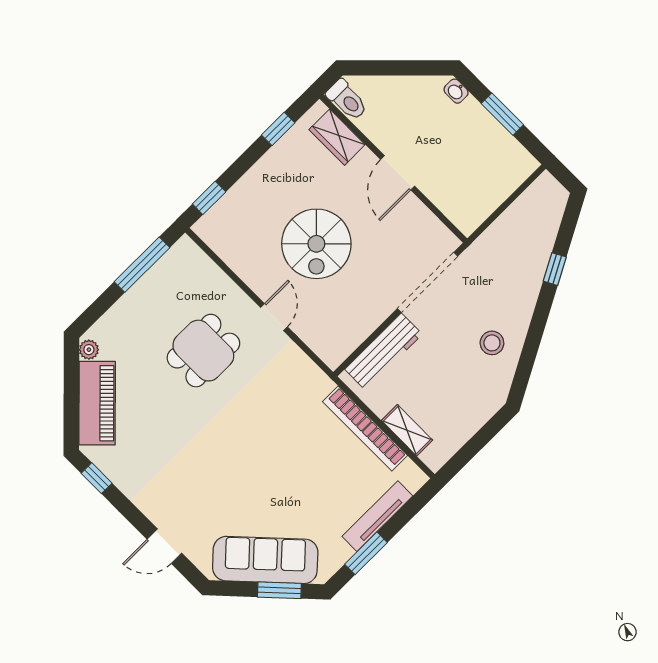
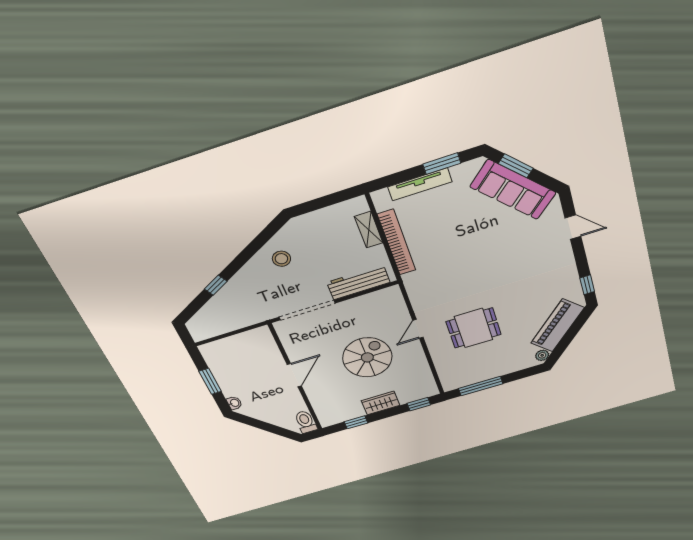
wardrobe: (337, 137) -> (381, 403), moved, turned -90

